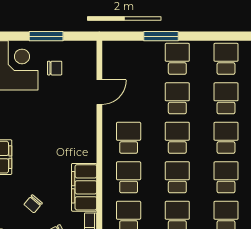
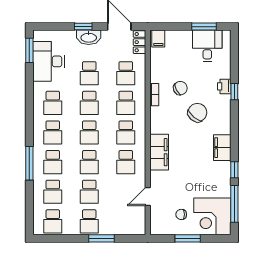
filing cabinet: (84, 187) -> (159, 152), moved
chair: (33, 204) -> (197, 113), width x1.87, depth x1.87

